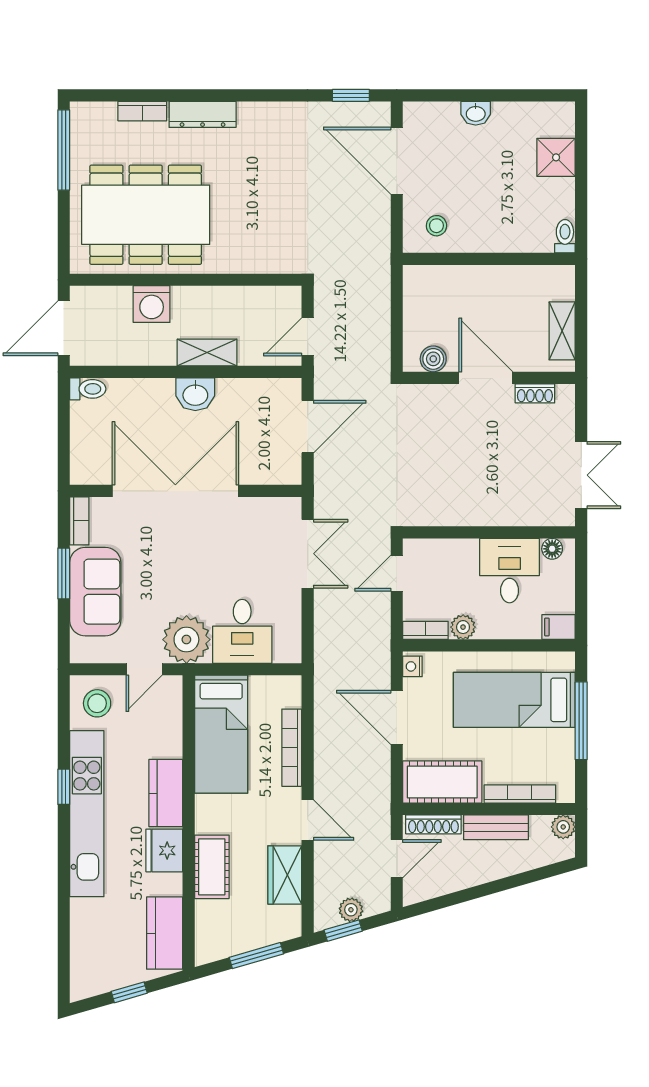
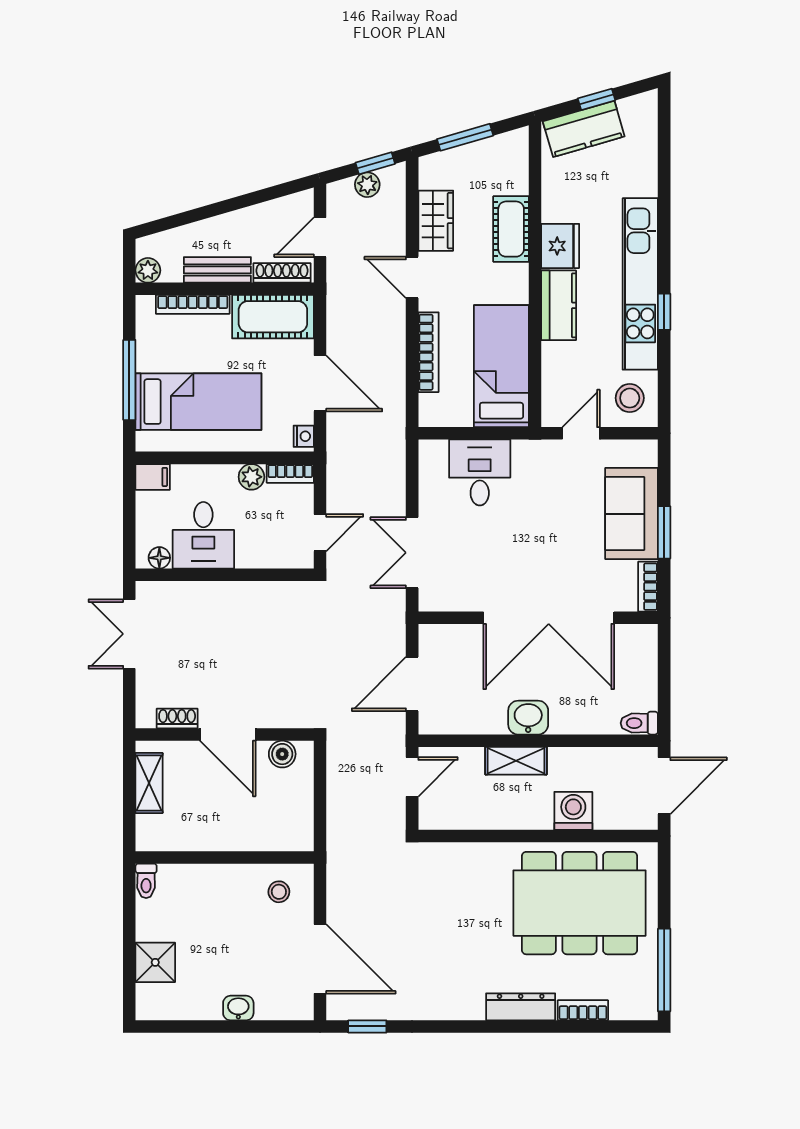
plant: (186, 640) -> (537, 464), removed
kitchen counter: (165, 933) -> (584, 129), moved, turned 74

